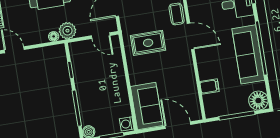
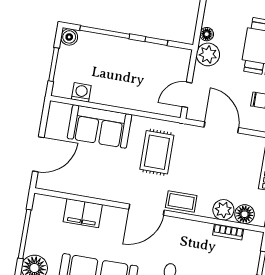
filing cabinet: (209, 86) -> (83, 213), width x2.00
sofa: (147, 106) -> (100, 126), moved
washing machine: (127, 124) -> (81, 92), moved

